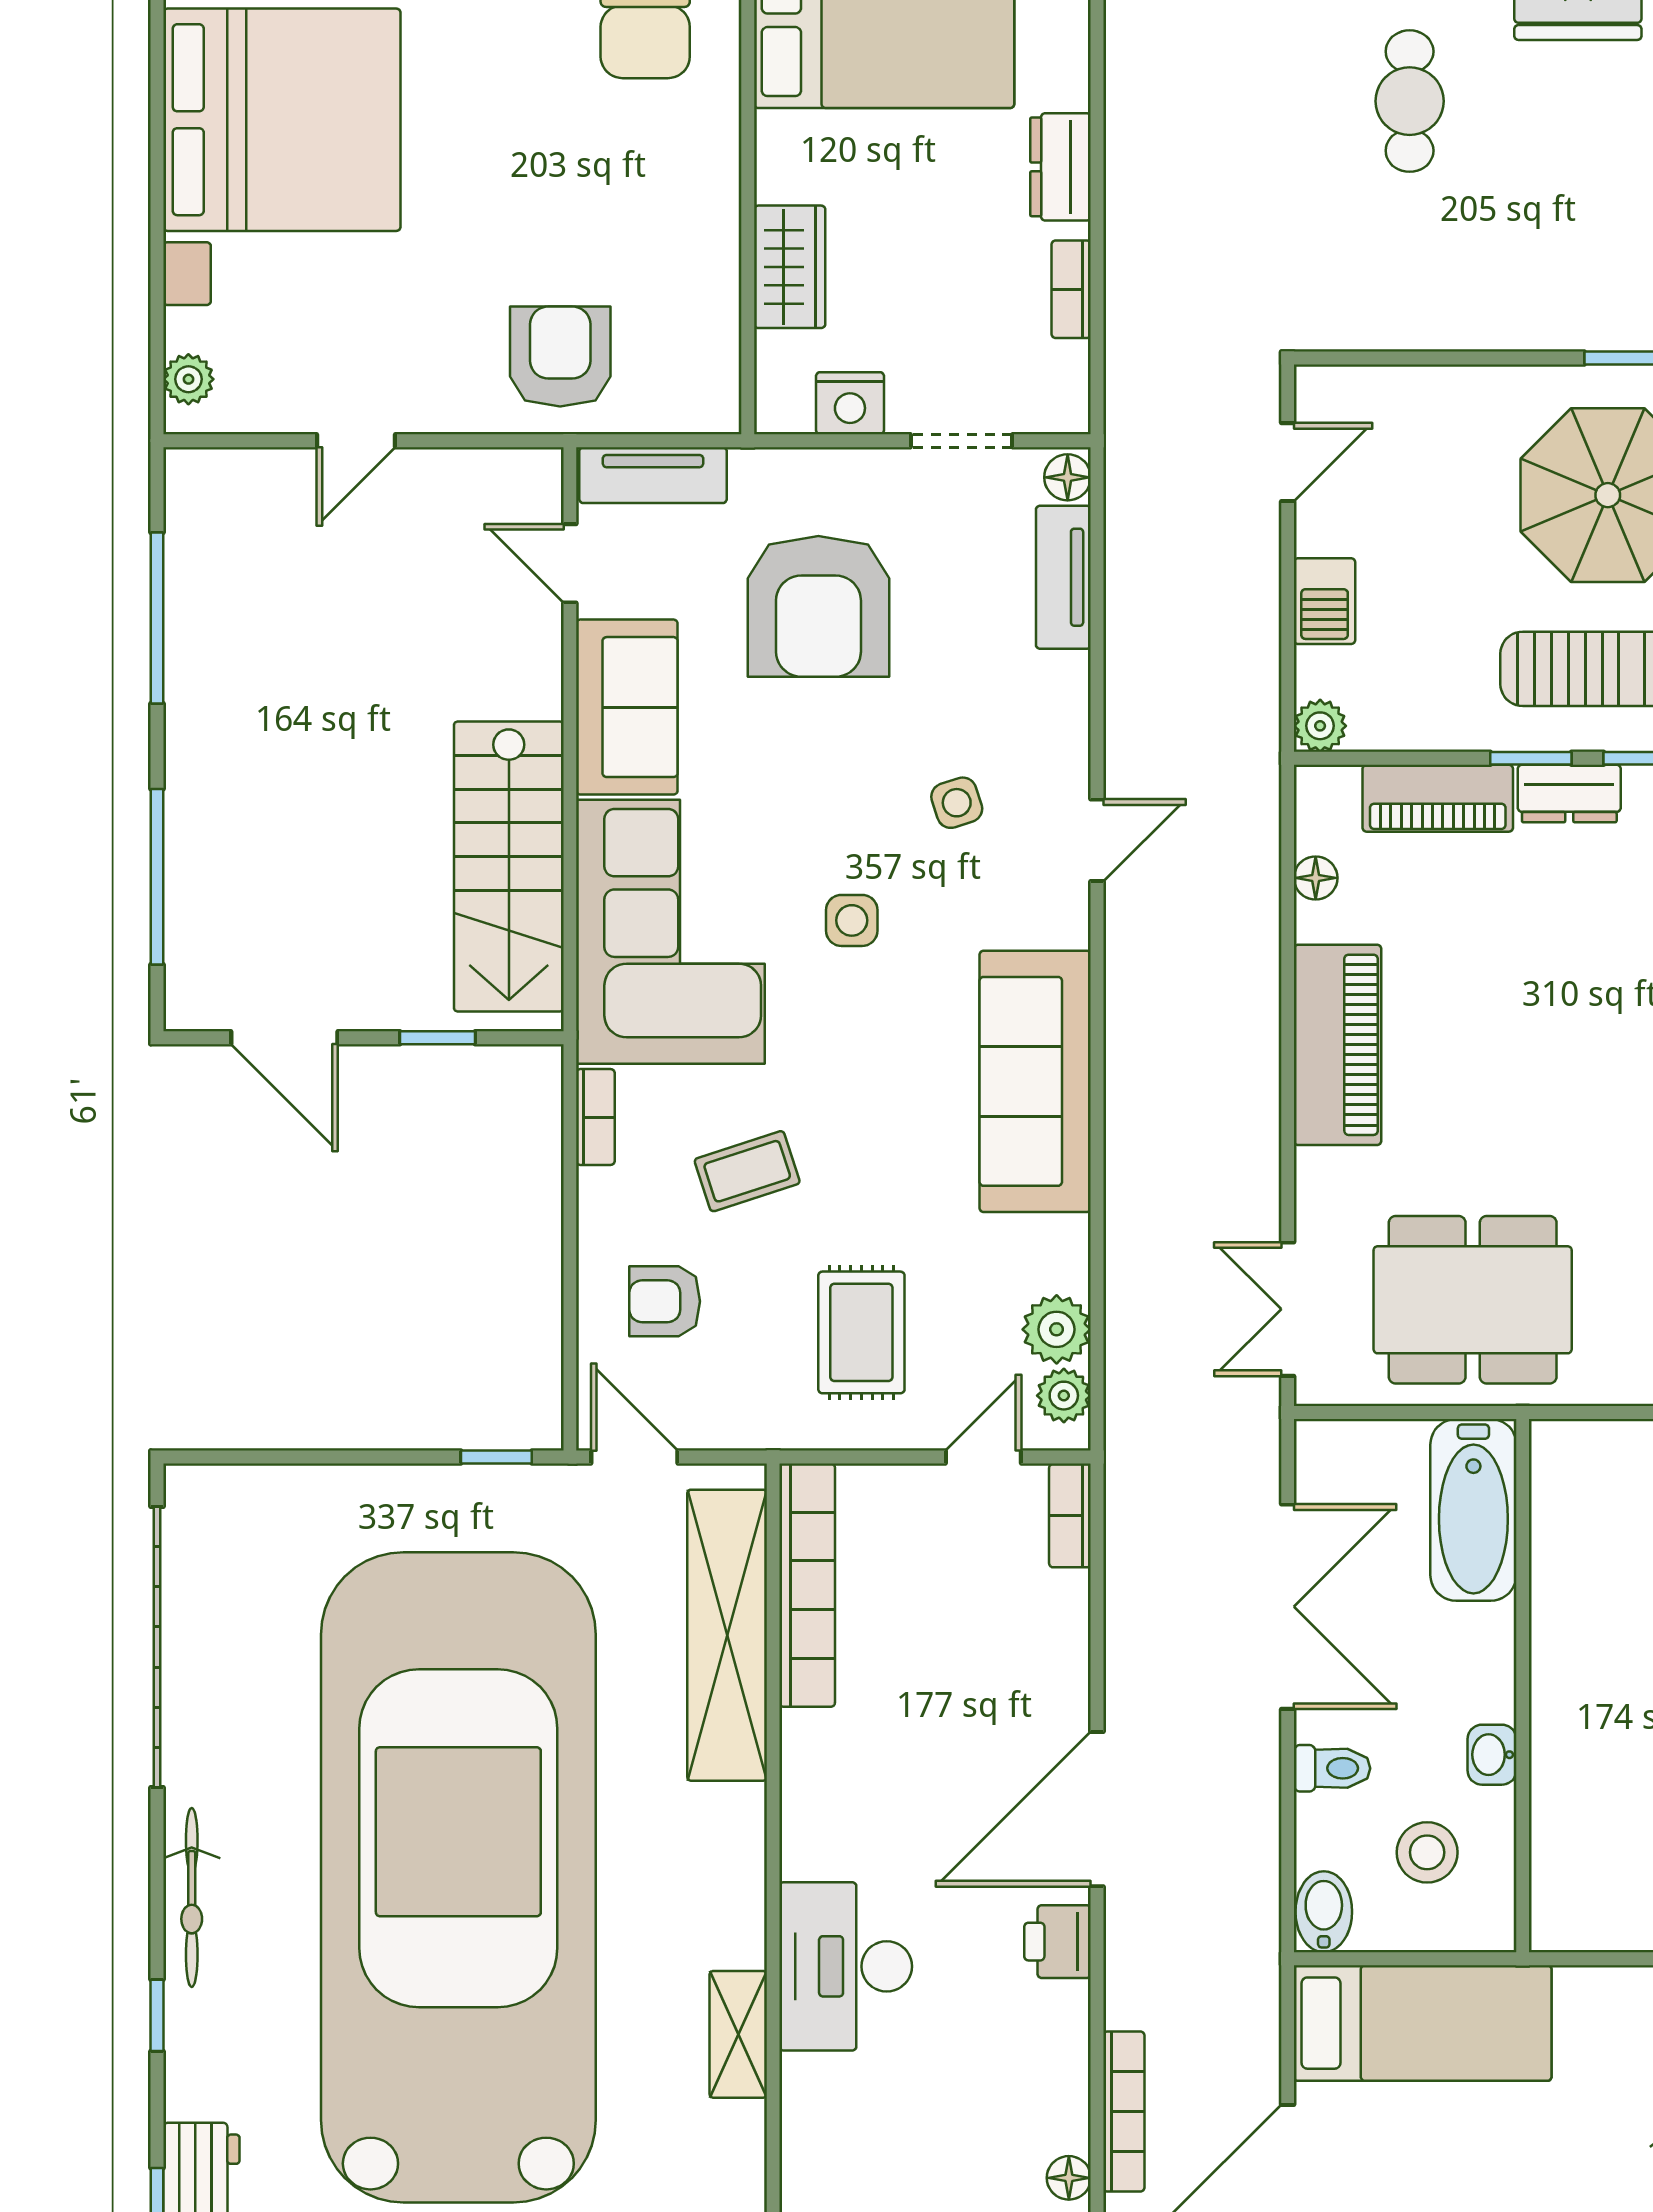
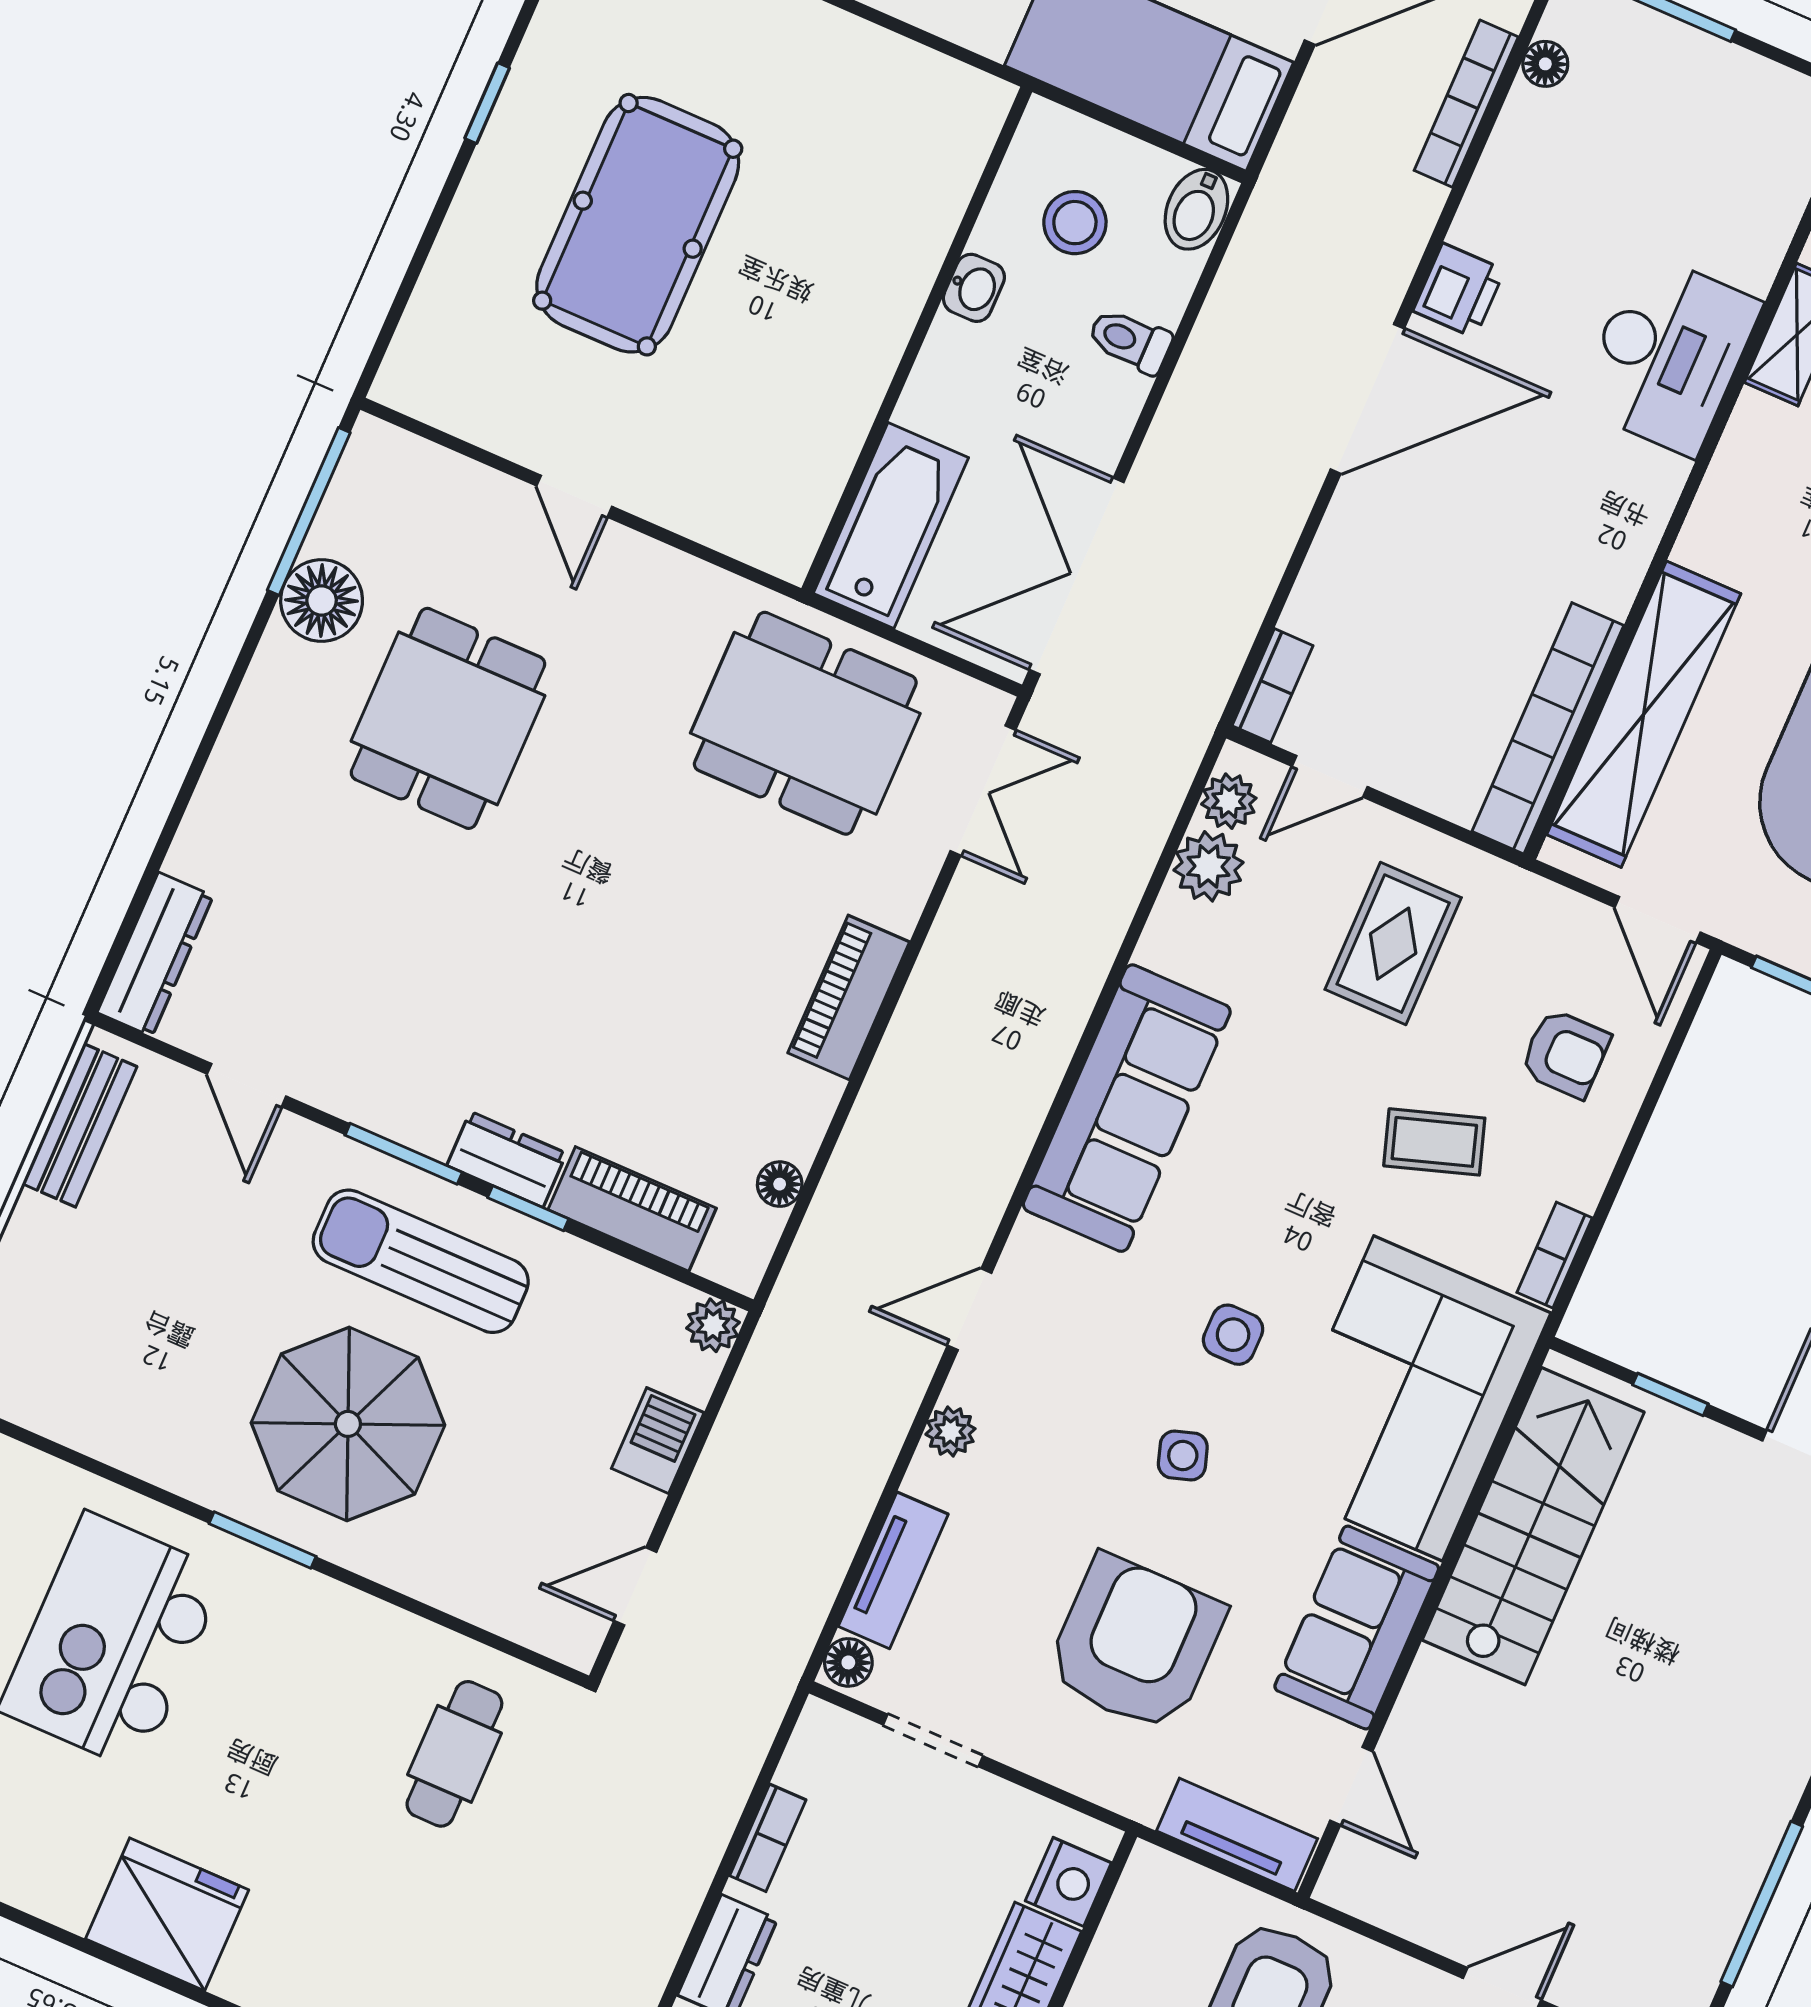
cafe table: (1410, 101) -> (454, 1754), moved
nightstand: (850, 403) -> (1068, 1882), moved, turned 90
plant: (1066, 724) -> (950, 1431), added
side table: (957, 803) -> (1183, 1455), moved
piano: (1338, 1045) -> (849, 997), width x0.73, depth x0.75
double door: (1288, 1607) -> (1077, 576), moved

